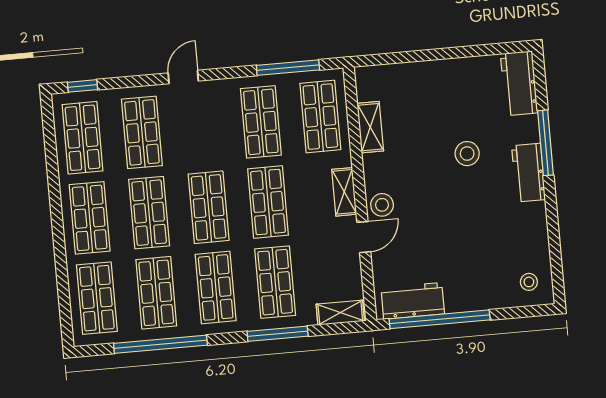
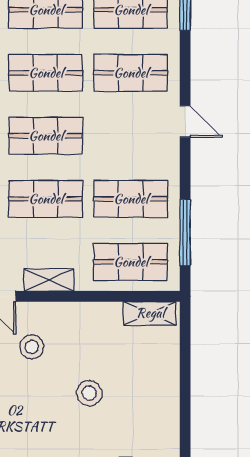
shelving: (370, 127) -> (150, 313), moved
stool: (467, 154) -> (89, 393), moved
stool: (382, 205) -> (32, 347), moved

